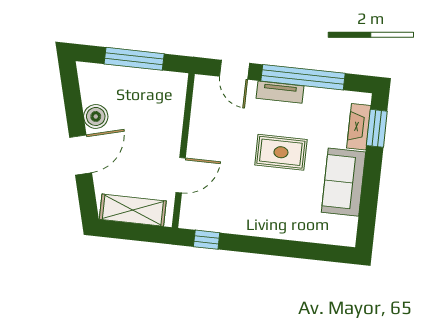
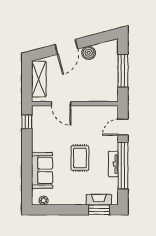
tv unit: (280, 92) -> (113, 164), moved
door: (81, 155) -> (66, 47), hinge flipped
sofa: (344, 182) -> (42, 170), moved, turned 90
plant: (350, 225) -> (44, 201), added

